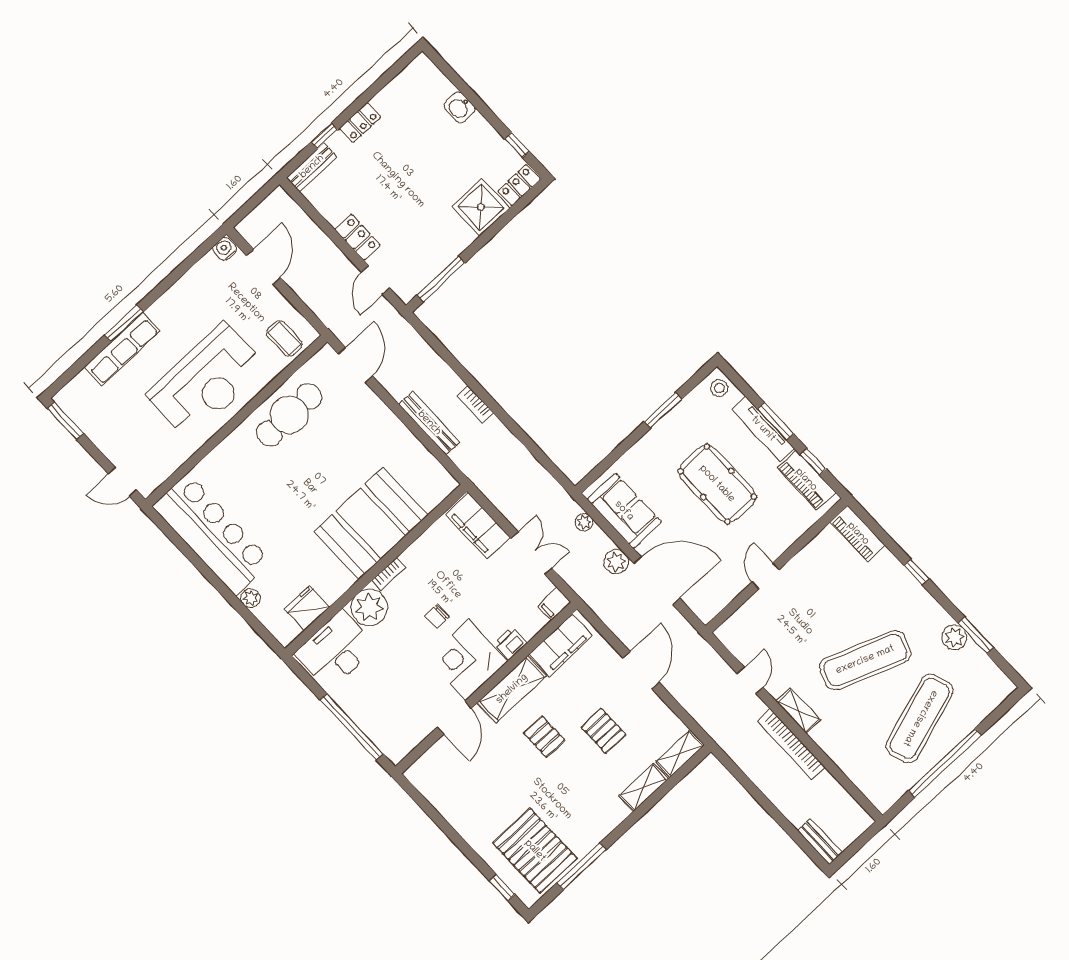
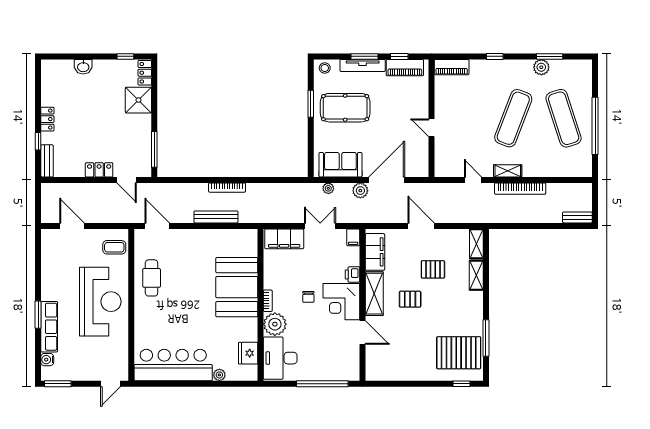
water cooler: (225, 249) -> (47, 360), moved
bookcase: (475, 404) -> (227, 188), width x1.56
cafe table: (289, 415) -> (152, 278), width x0.73, depth x0.74
pool table: (717, 484) -> (345, 108), moved

